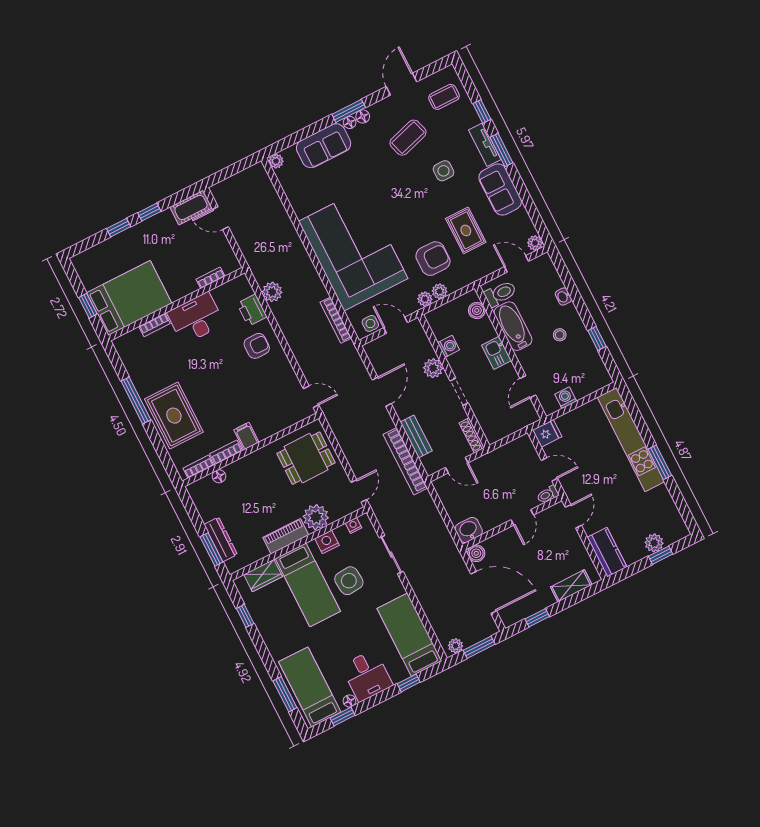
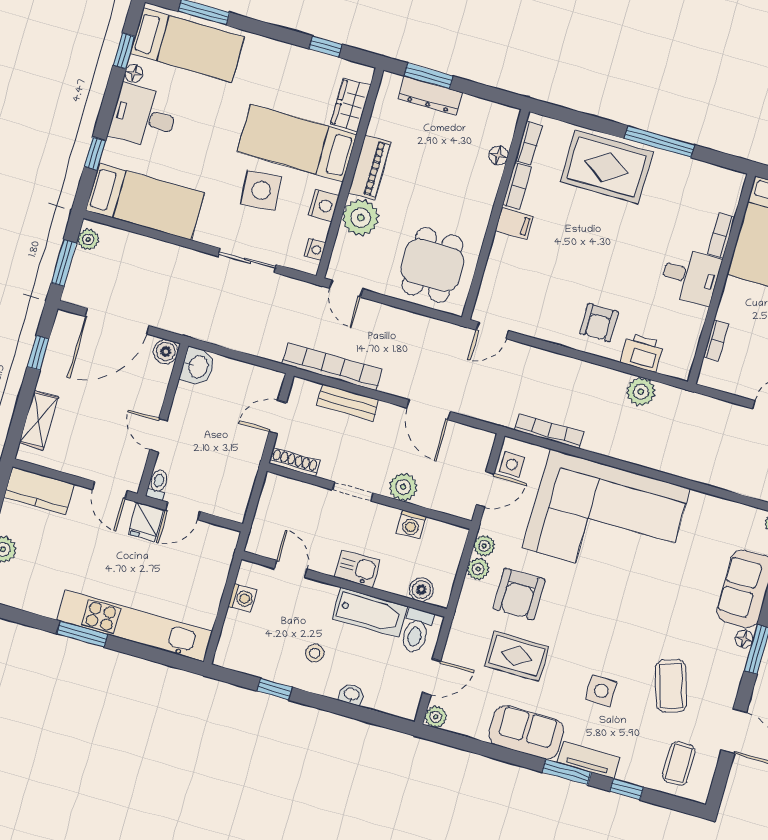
floor lamp: (363, 116) -> (738, 659), removed
desk: (196, 318) -> (690, 276), width x0.73
fridge: (547, 433) -> (146, 522), moved

